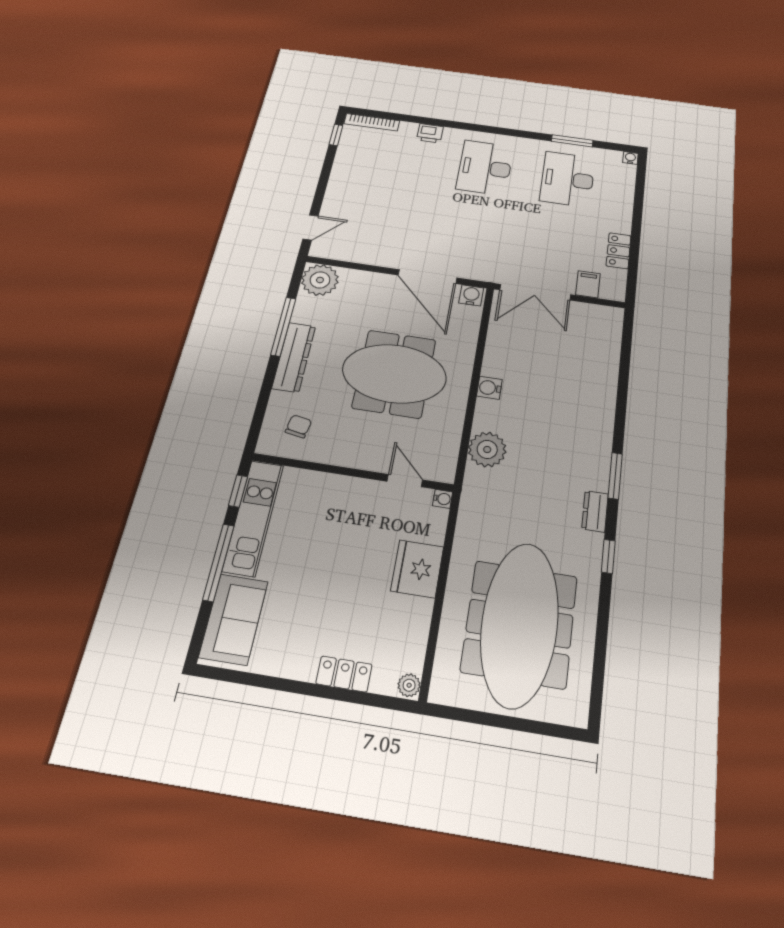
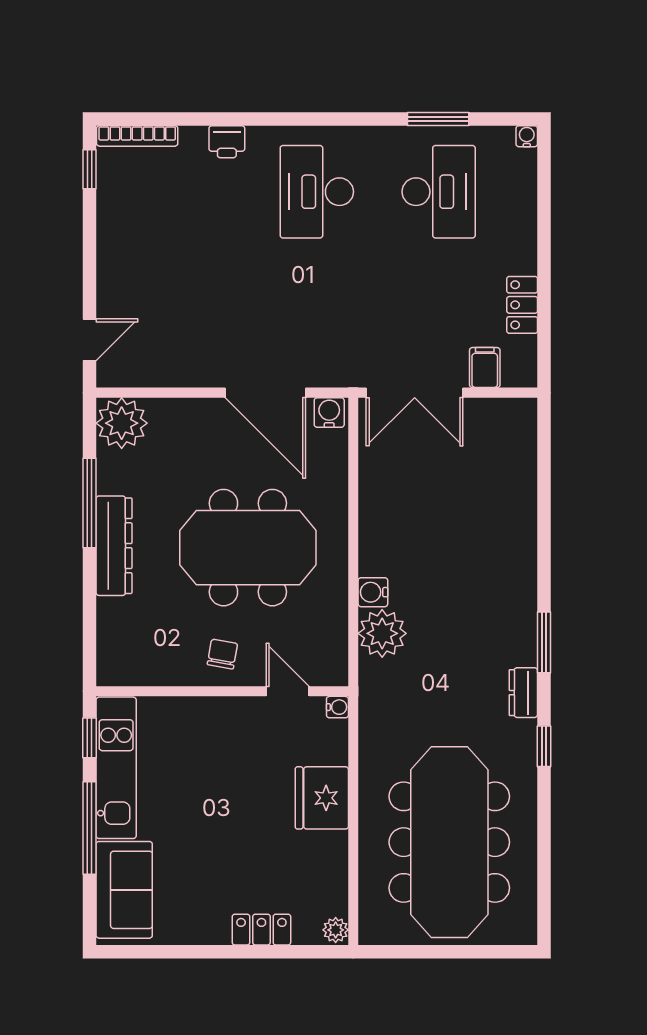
desk: (568, 179) -> (439, 192), turned 180
water cooler: (489, 388) -> (373, 592), moved
chair: (298, 426) -> (222, 654), moved

